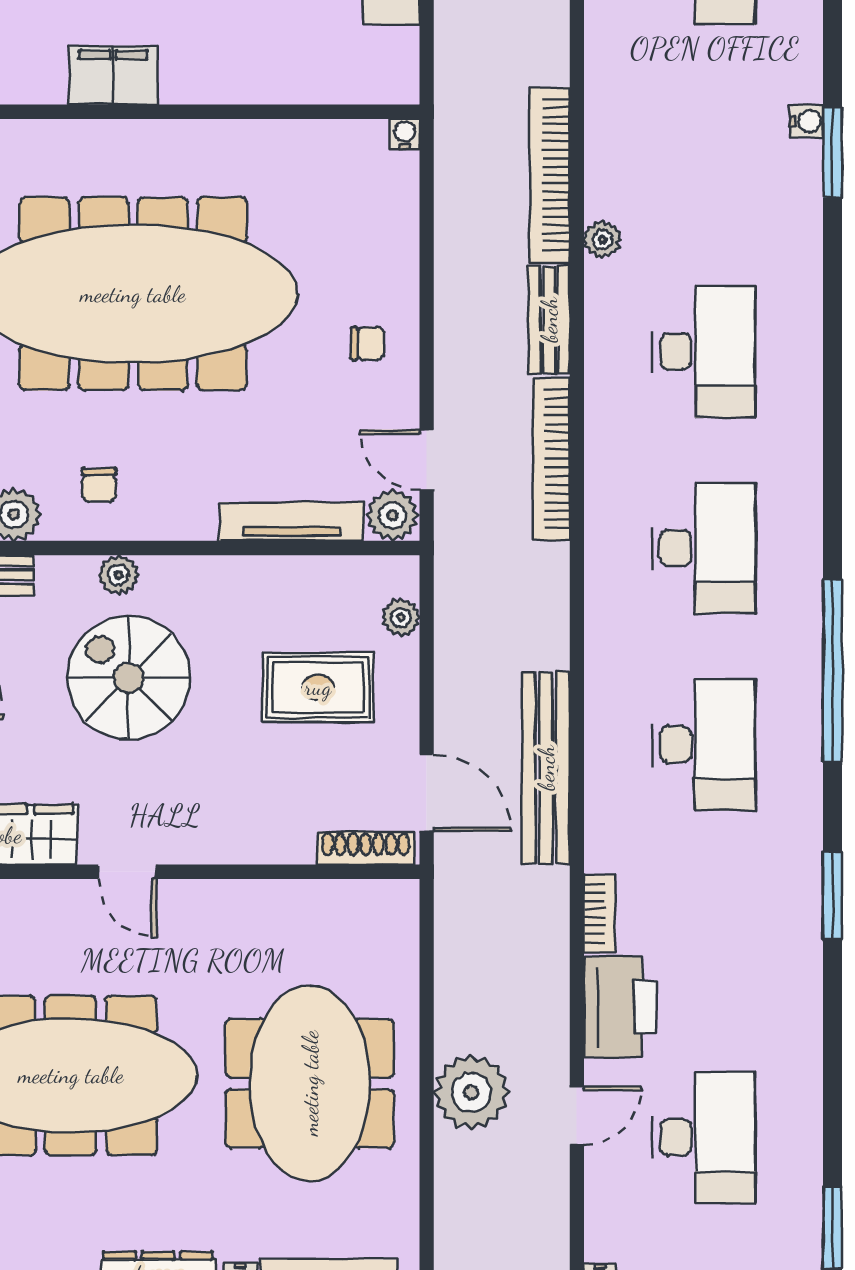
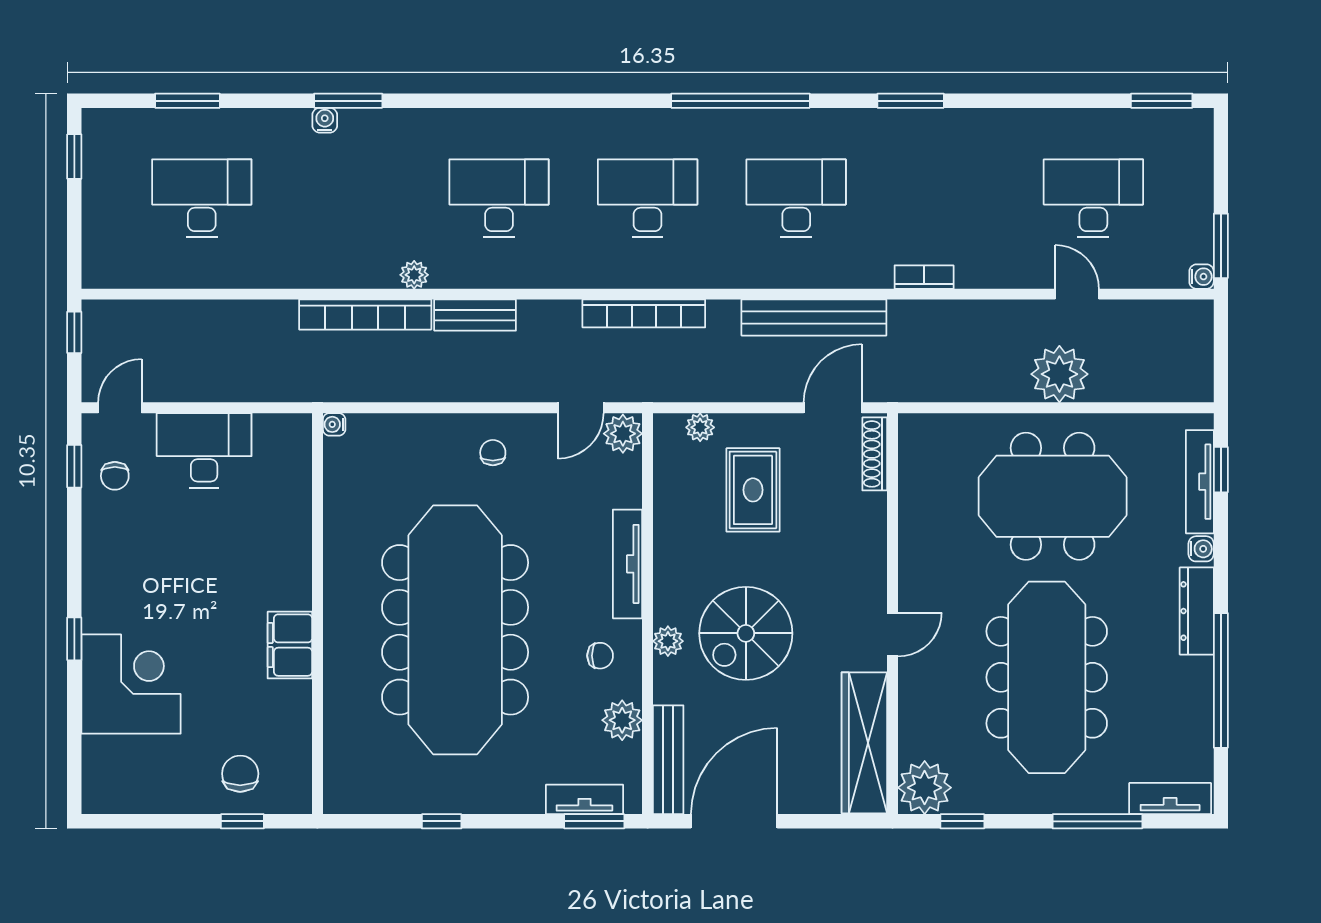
bookcase: (551, 459) -> (644, 313), moved
tv unit: (291, 522) -> (628, 564), moved
printer: (620, 1007) -> (995, 261), removed

